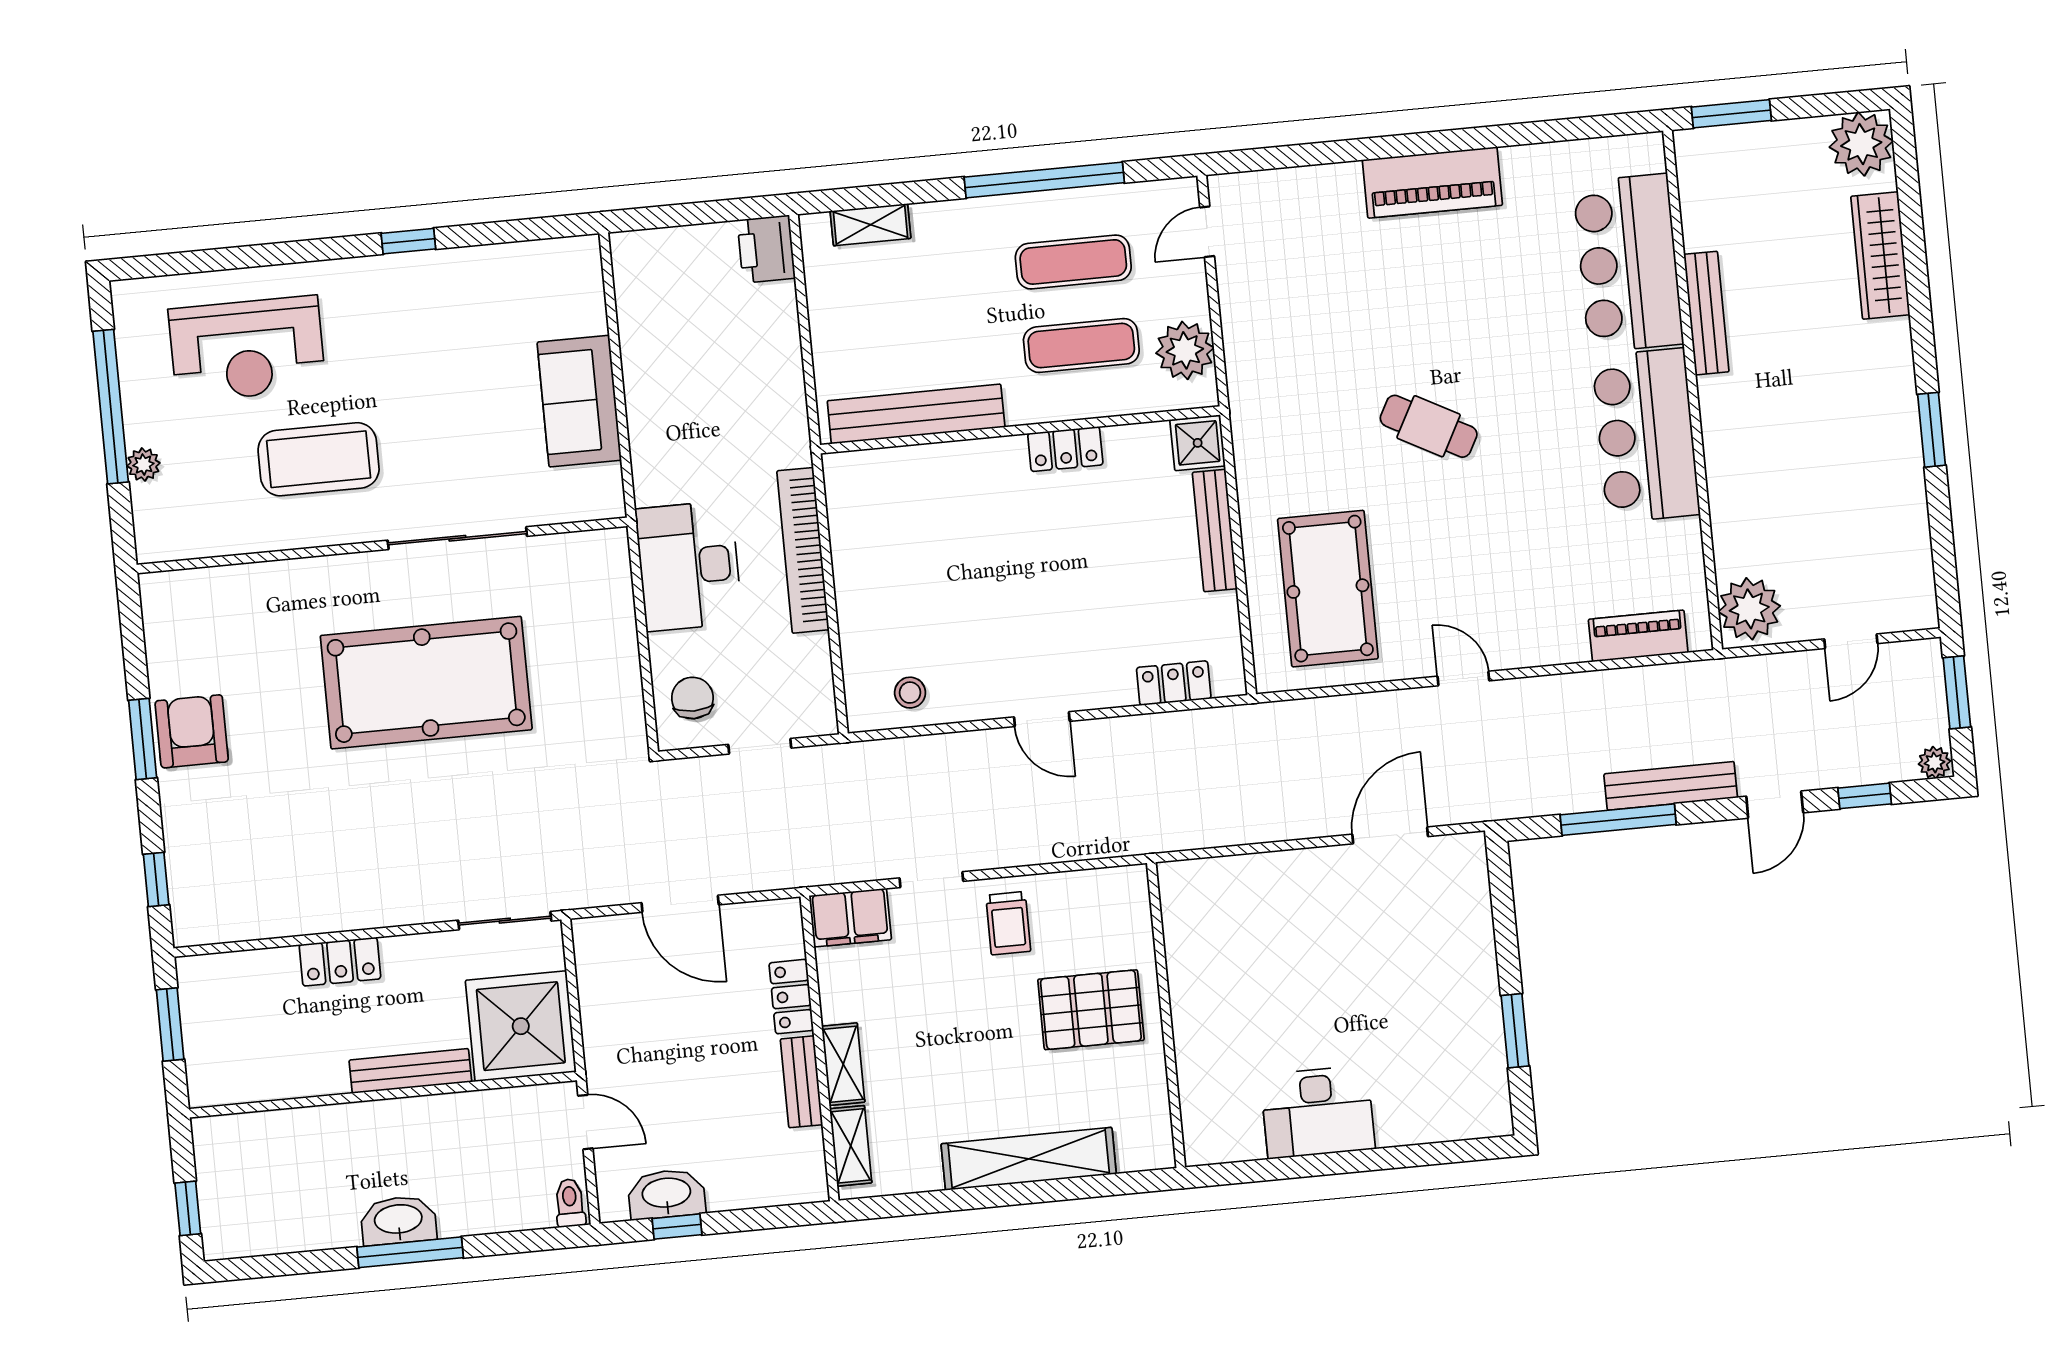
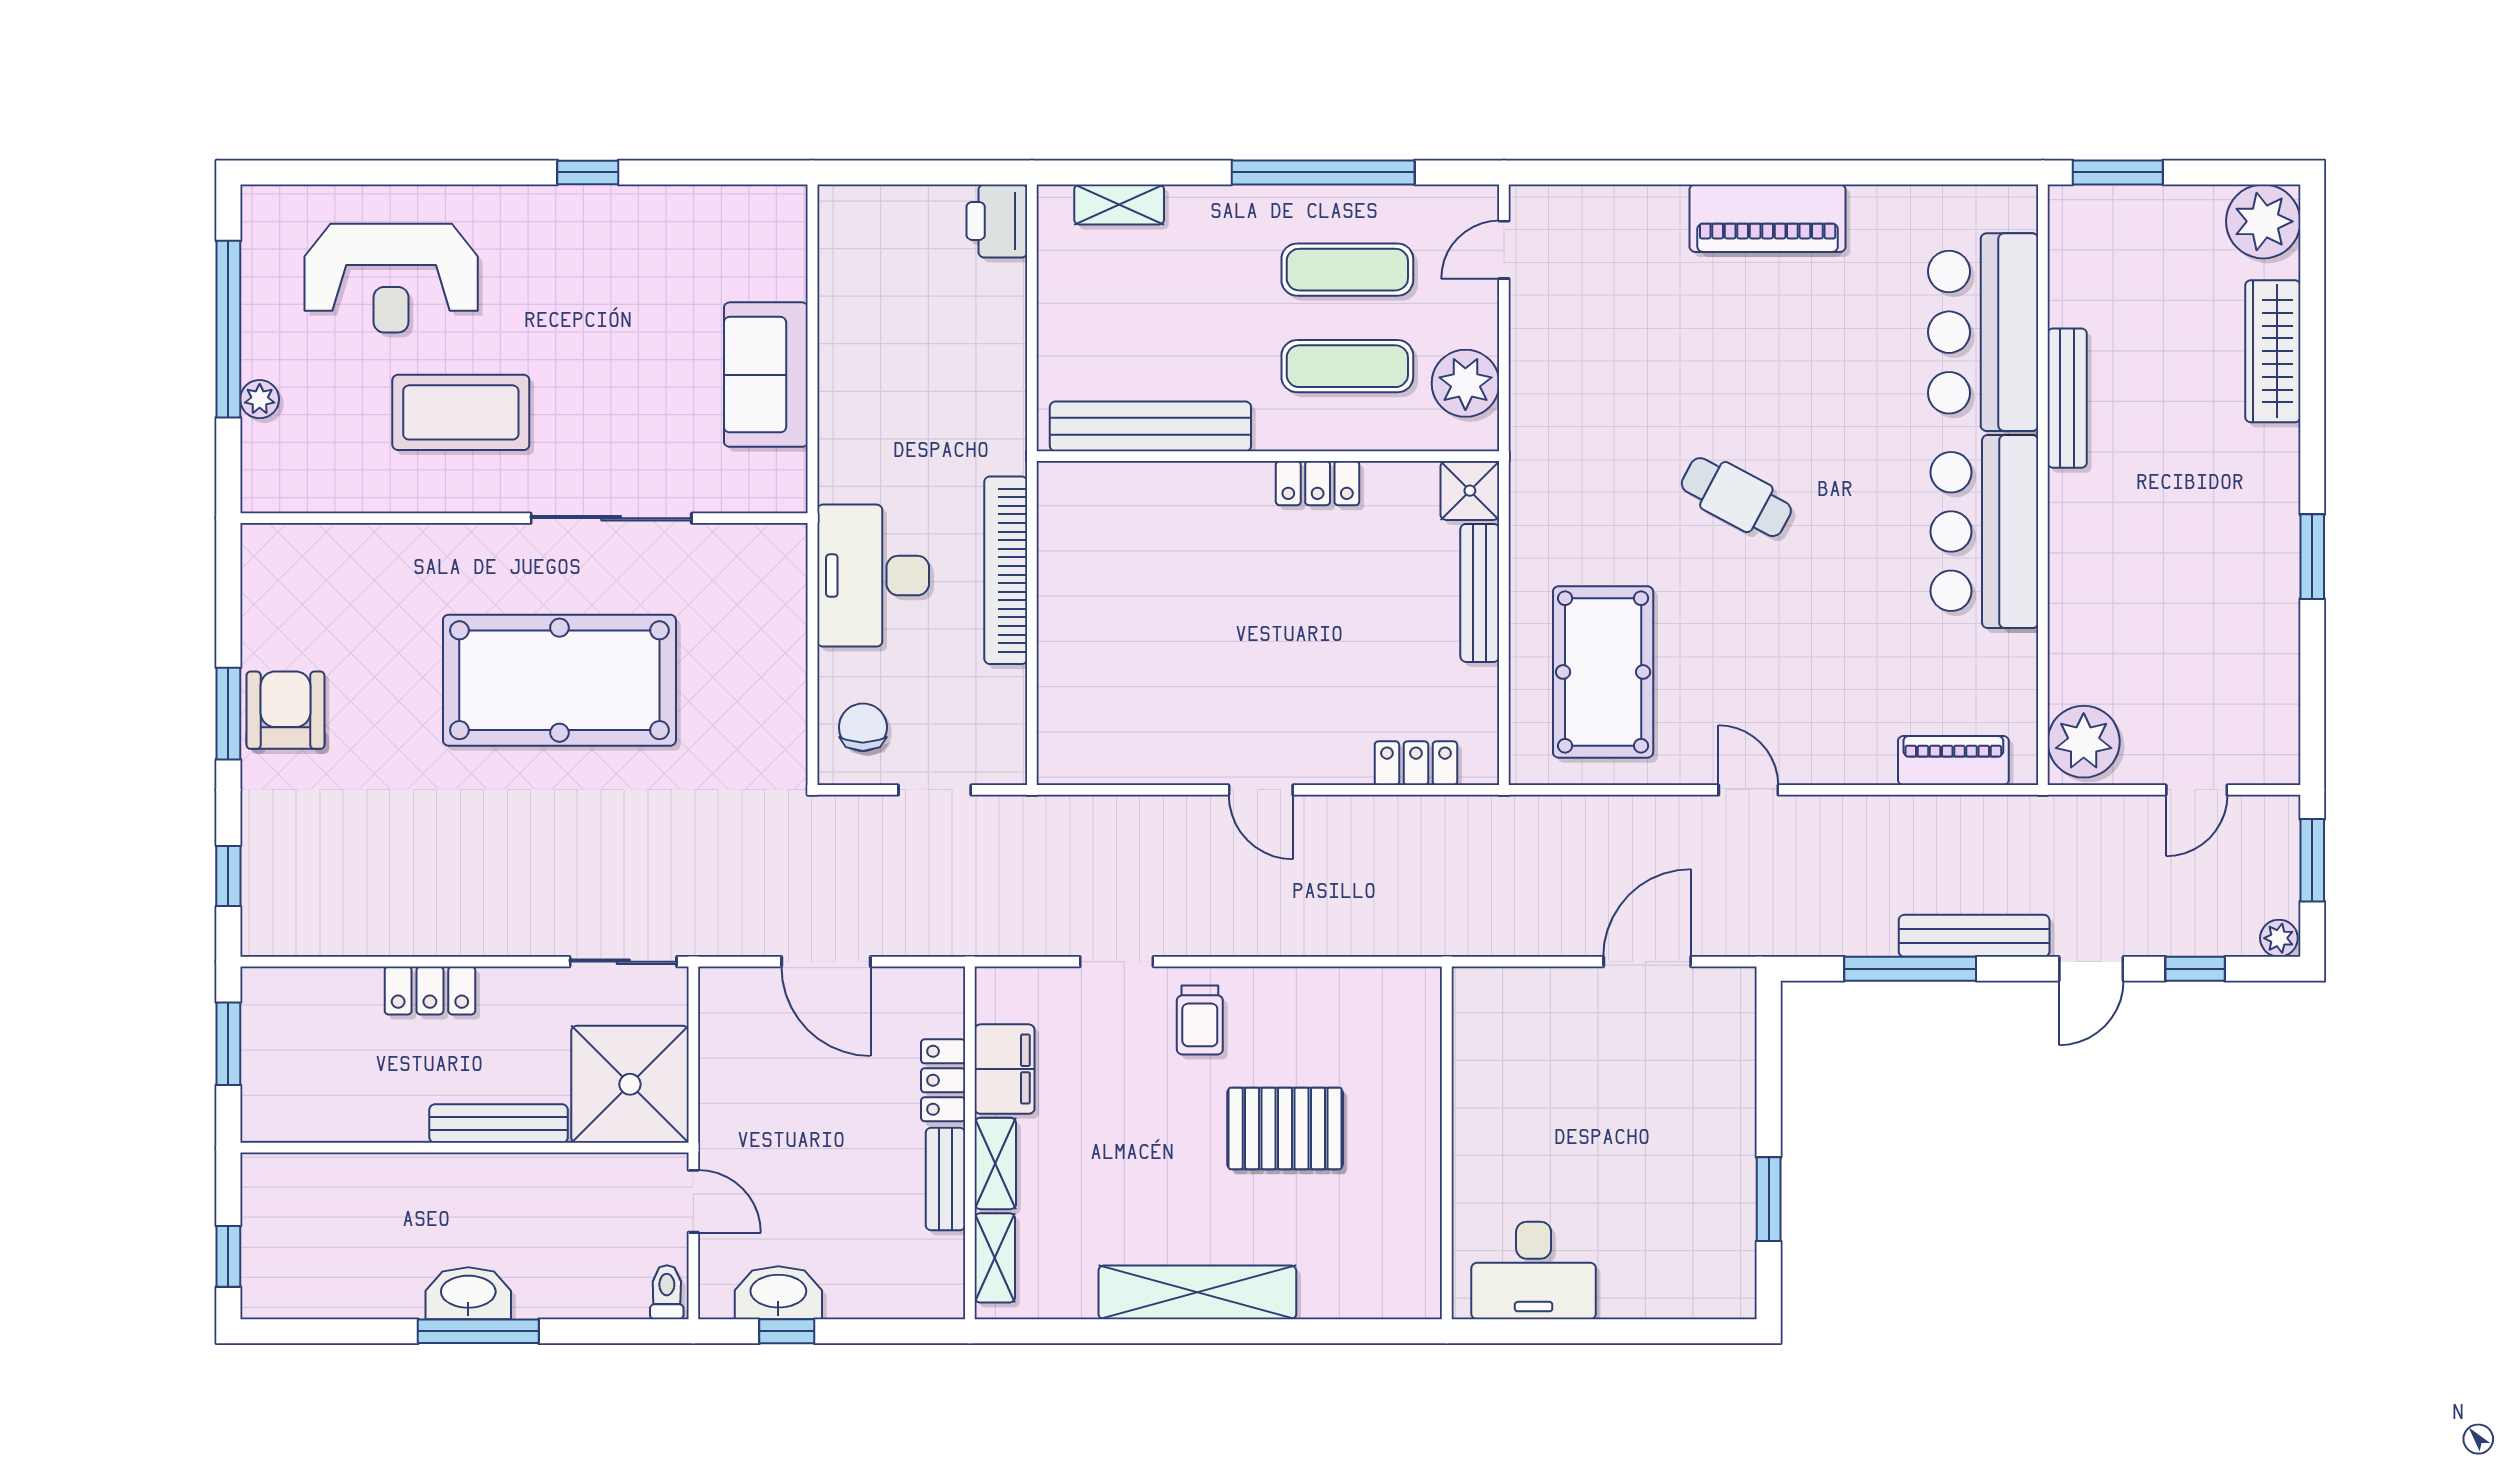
stool: (910, 693) -> (1113, 745), removed
filing cabinet: (850, 918) -> (1005, 1069), moved, turned -90
wall: (1166, 1015) -> (1447, 1143), moved

